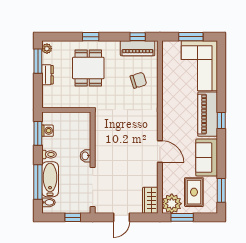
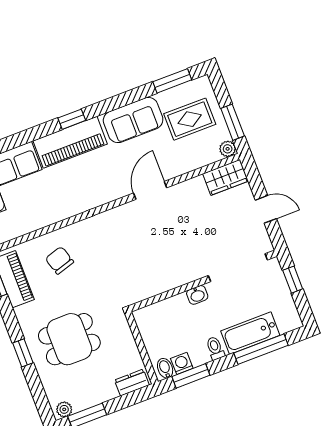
dresser: (47, 75) -> (132, 383), moved
bidet: (48, 202) -> (165, 368), moved
plant: (172, 204) -> (228, 149), width x0.53, depth x0.53

